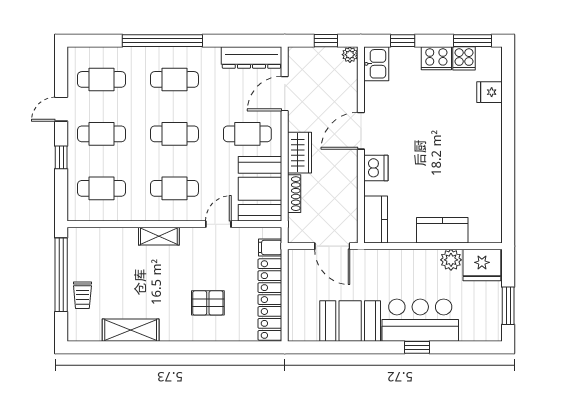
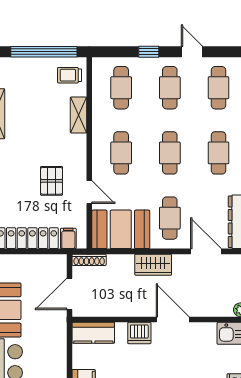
shoe rack: (294, 194) -> (89, 260), moved
shelving: (159, 236) -> (78, 115), moved
trolley: (82, 295) -> (70, 75), moved
pallet: (208, 303) -> (52, 181), moved

